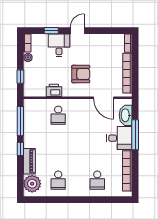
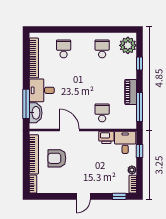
window: (51, 31) -> (119, 196), moved
desk: (59, 45) -> (125, 142), moved, turned 180
armchair: (81, 74) -> (57, 158), moved
door: (104, 98) -> (69, 130), moved
window: (135, 135) -> (26, 104), moved
window: (20, 149) -> (140, 63), moved
piano: (29, 161) -> (131, 92), moved

